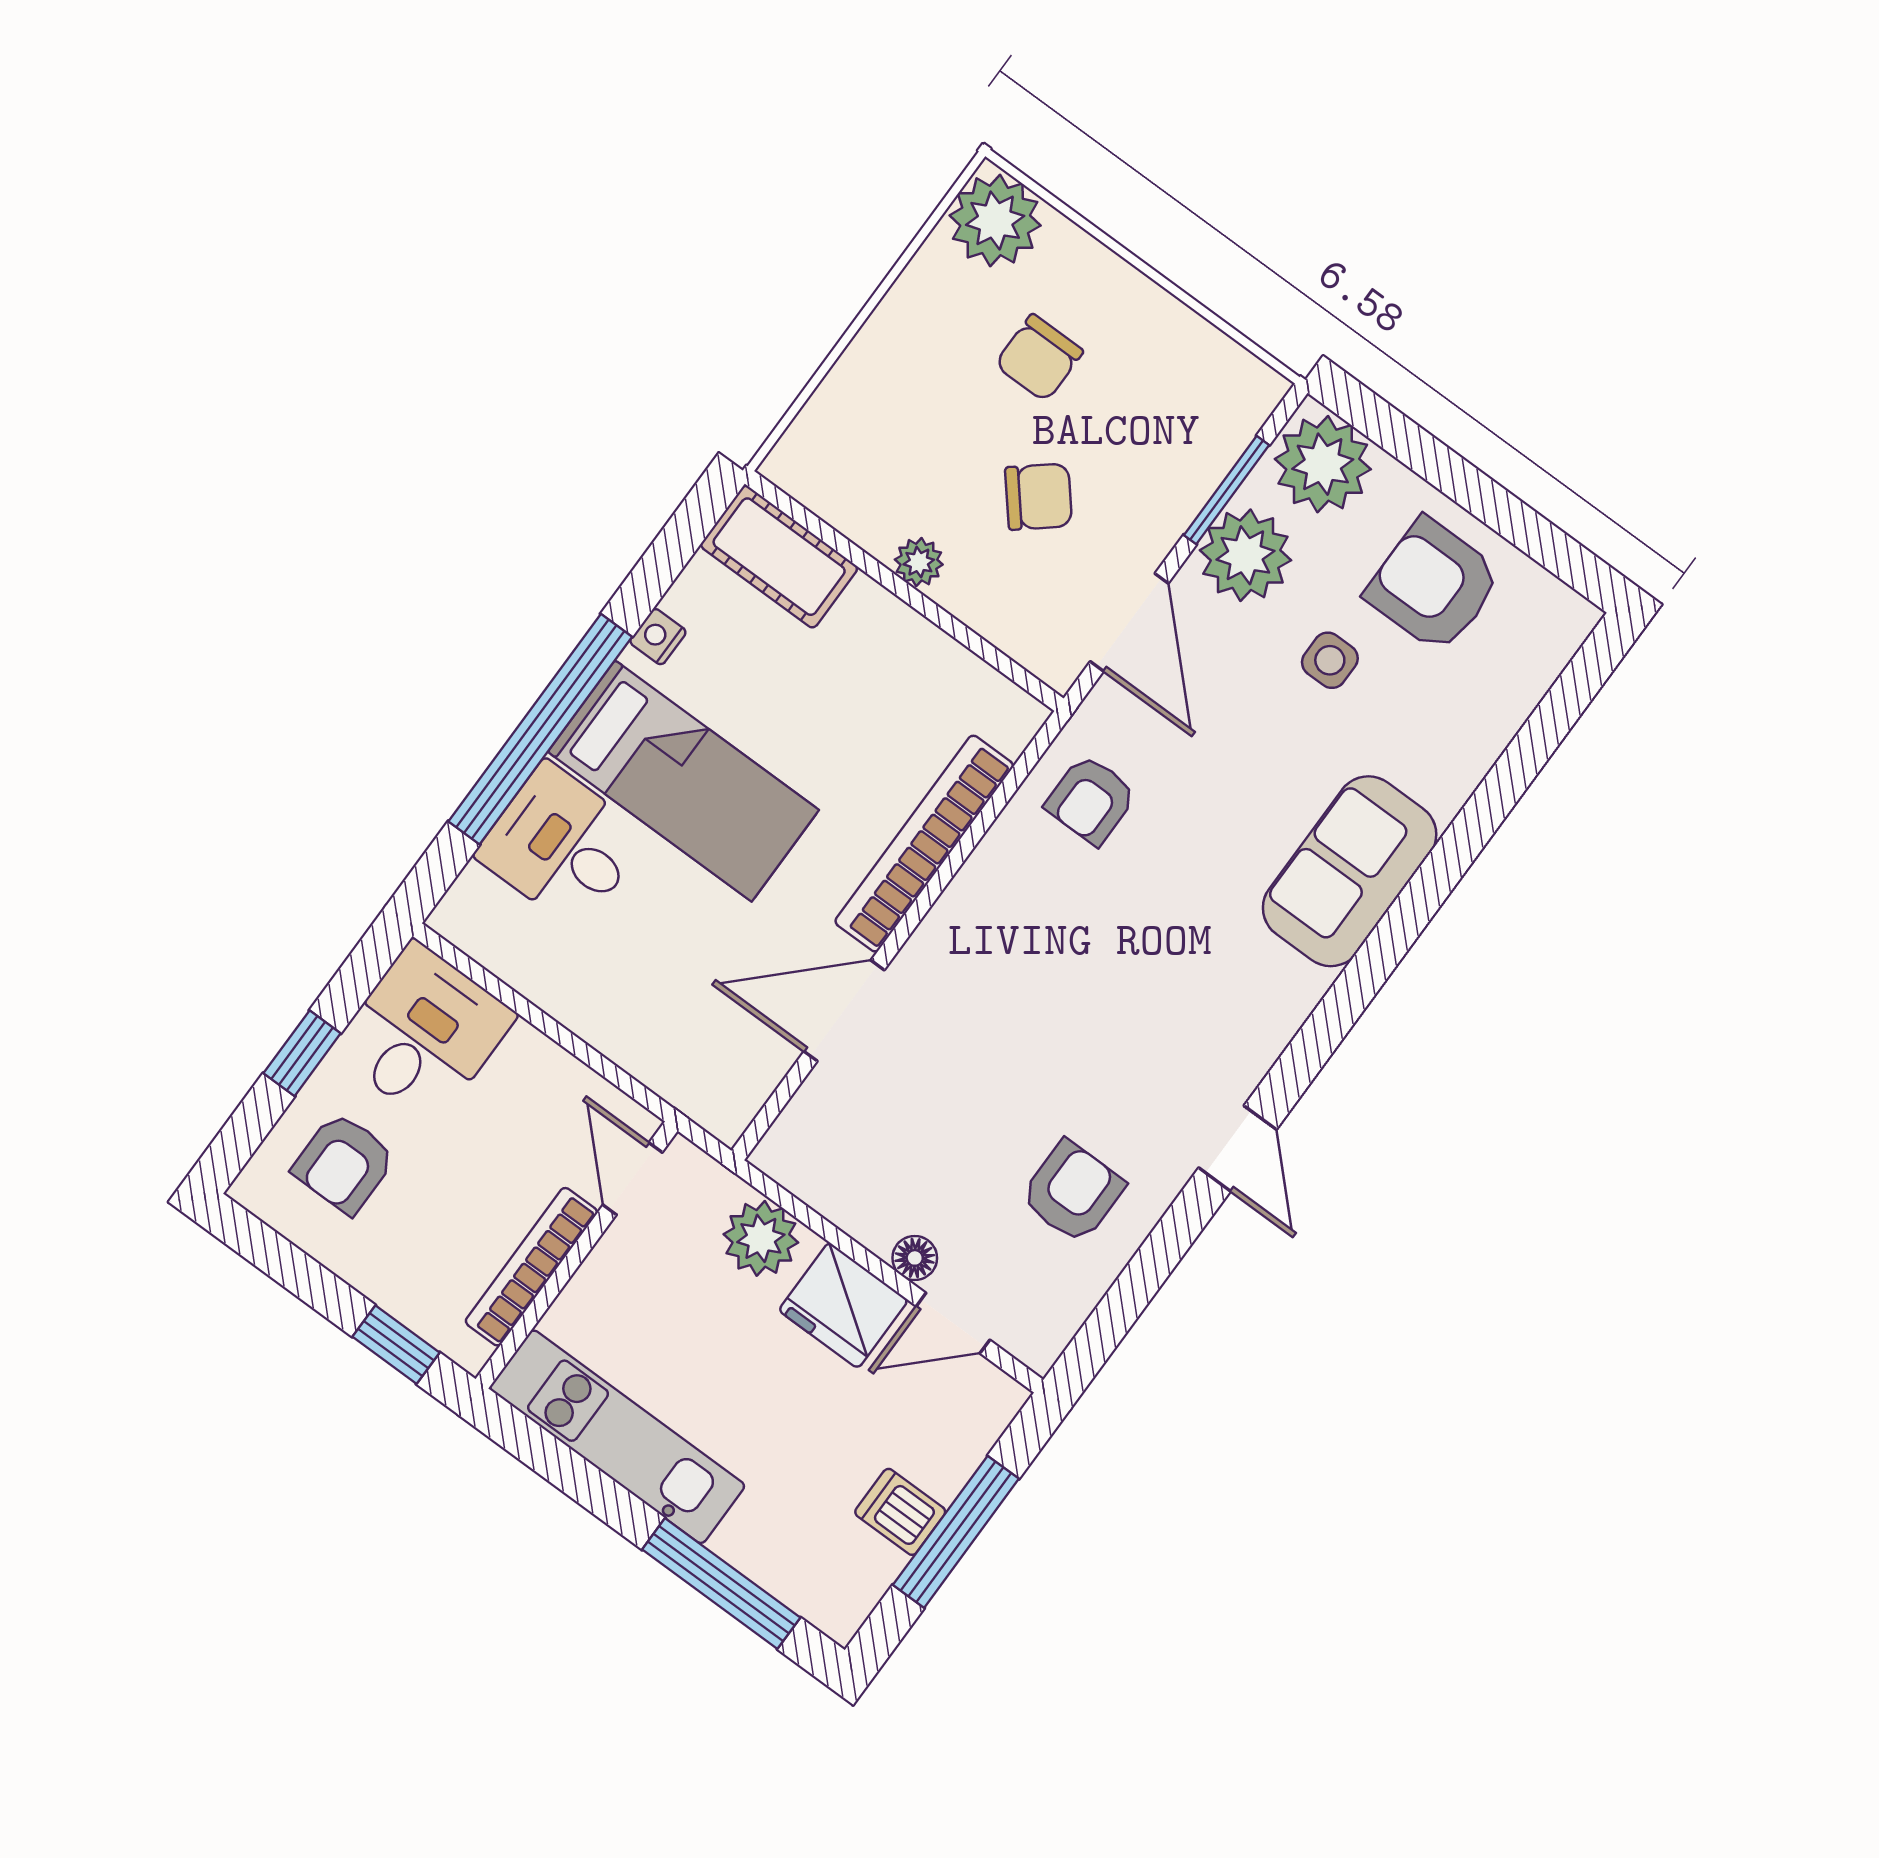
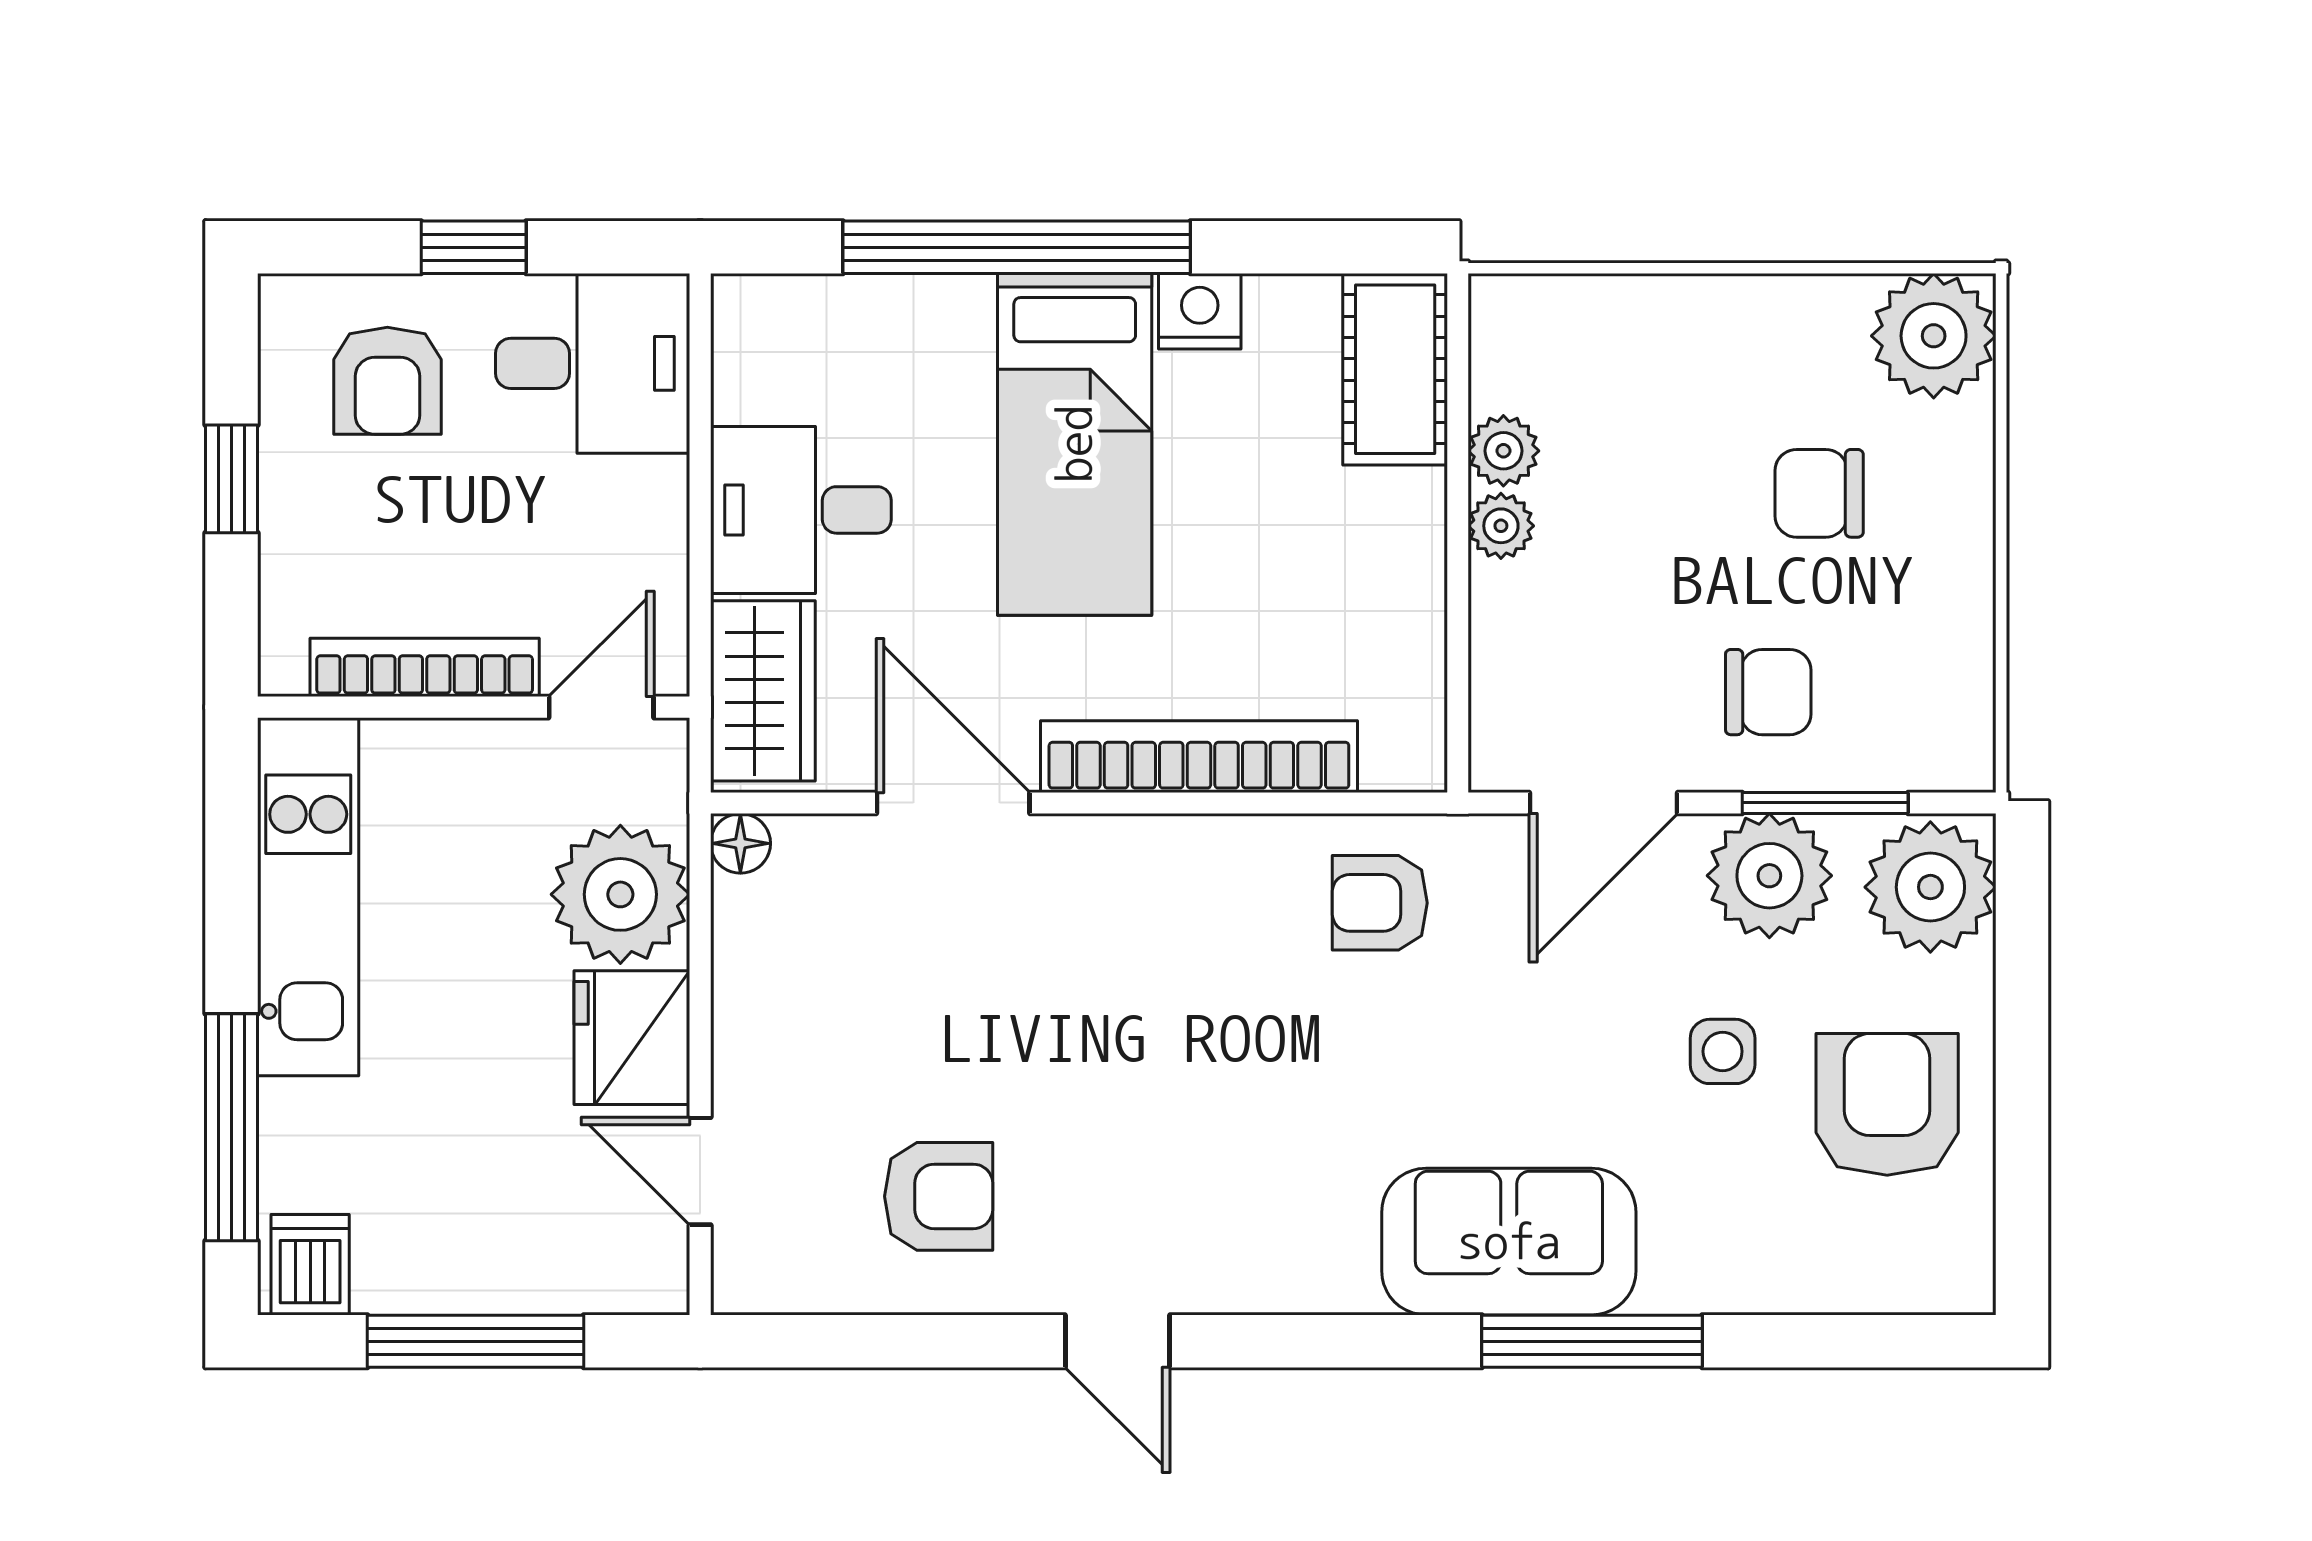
chair: (1039, 497) -> (1768, 692), moved, turned -50
plant: (875, 528) -> (1503, 451), added
nightstand: (658, 637) -> (1200, 311), width x1.39, depth x1.35
desk: (562, 846) -> (801, 510), moved, turned -90
window: (1446, 865) -> (1592, 1341), added
wardrobe: (694, 1075) -> (763, 691), added
door: (1237, 1149) -> (1117, 1341), hinge flipped
armchair: (344, 1163) -> (387, 381), turned -90
plant: (761, 1238) -> (620, 894), width x1.36, depth x1.36
floor lamp: (915, 1258) -> (740, 843), moved
window: (396, 1345) -> (232, 479), moved
dishwasher: (900, 1512) -> (310, 1265), moved

